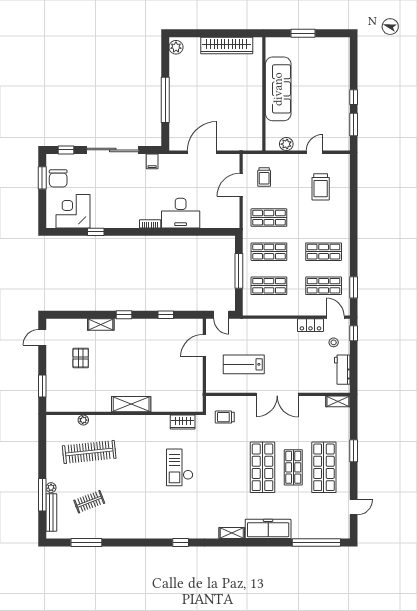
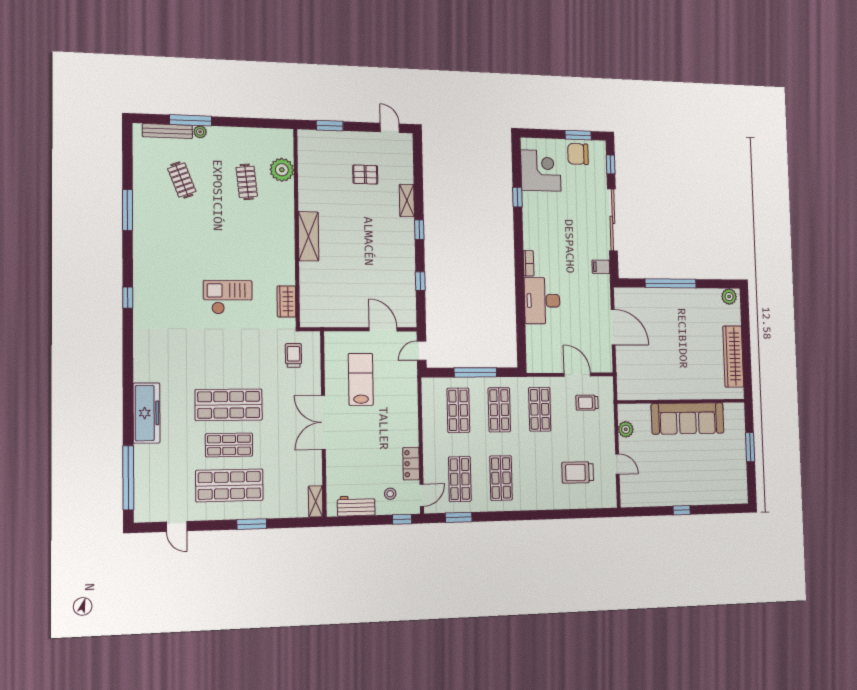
window: (354, 124) -> (651, 511), removed
plant: (83, 420) -> (282, 170), width x1.88, depth x1.88
clothes rail: (89, 452) -> (247, 182), width x0.54, depth x0.76
shelving: (232, 533) -> (141, 365), removed
window: (86, 543) -> (128, 210), moved

